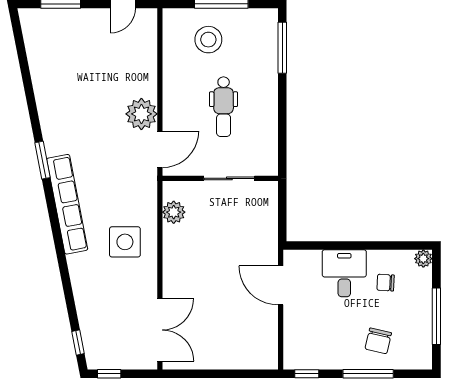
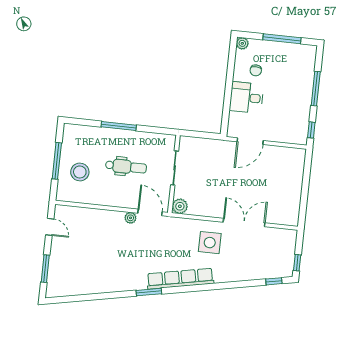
window: (282, 48) -> (119, 126), moved
plant: (141, 114) -> (130, 218), width x0.53, depth x0.53
plant: (174, 212) -> (180, 206), moved
double door: (160, 330) -> (244, 223), moved
chair: (378, 341) -> (294, 80), removed

